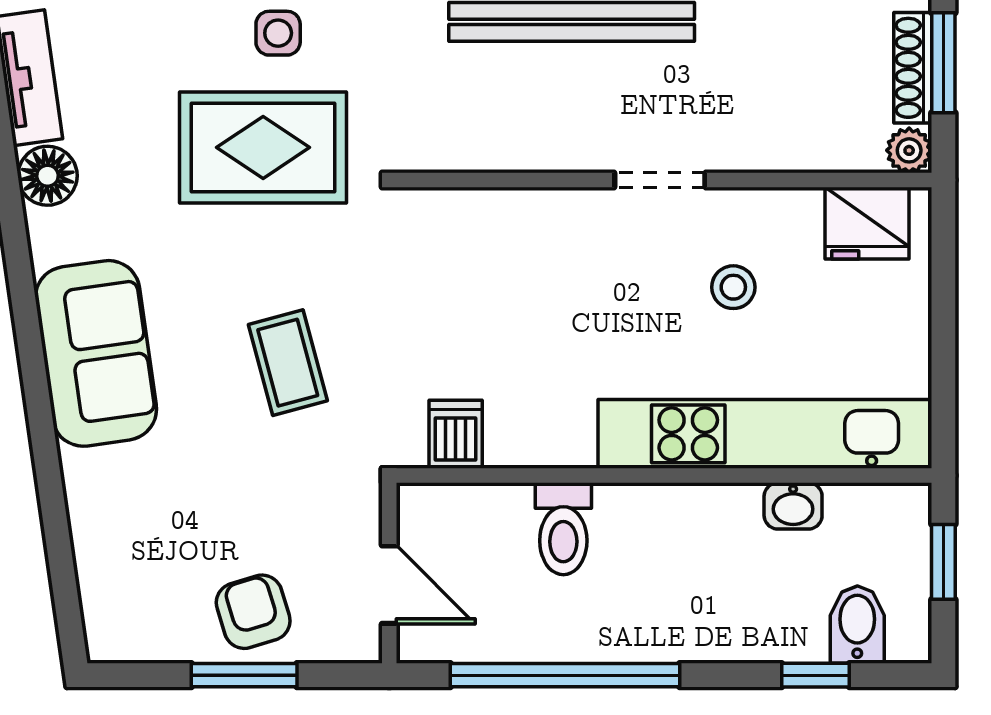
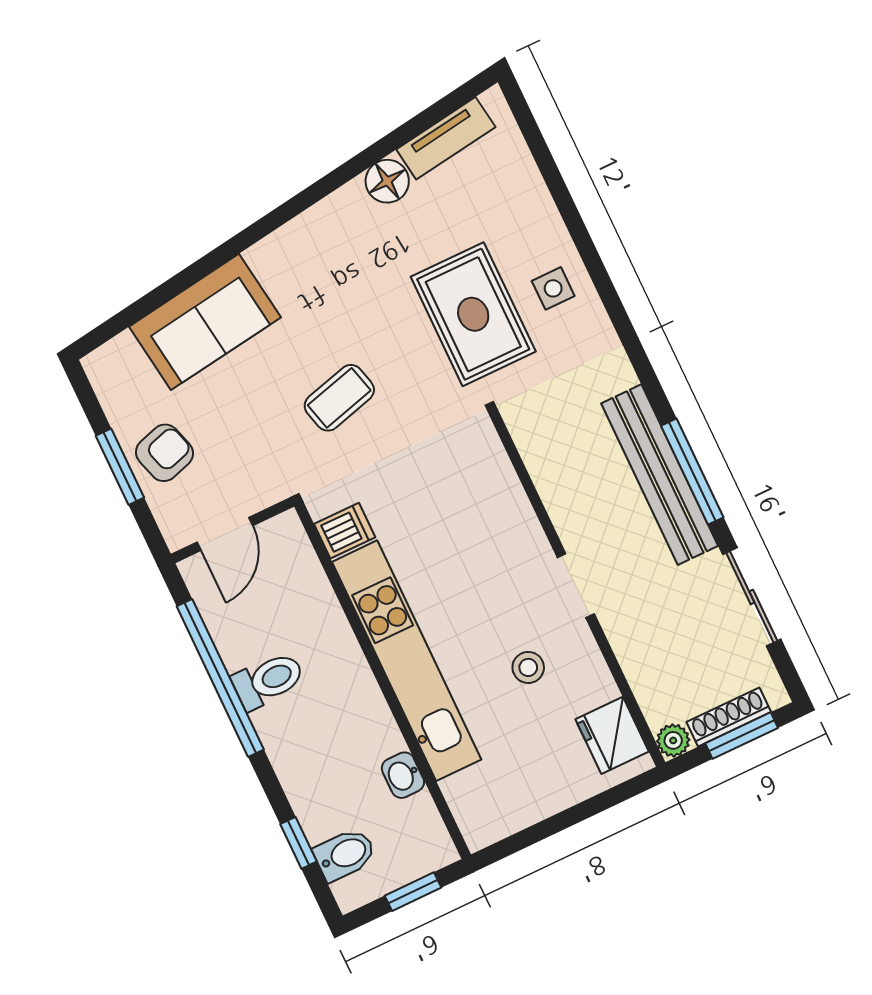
sofa: (96, 353) -> (205, 322), moved
kitchen unit: (765, 434) -> (407, 661), moved
toilet: (563, 529) -> (268, 680), moved, turned 180

